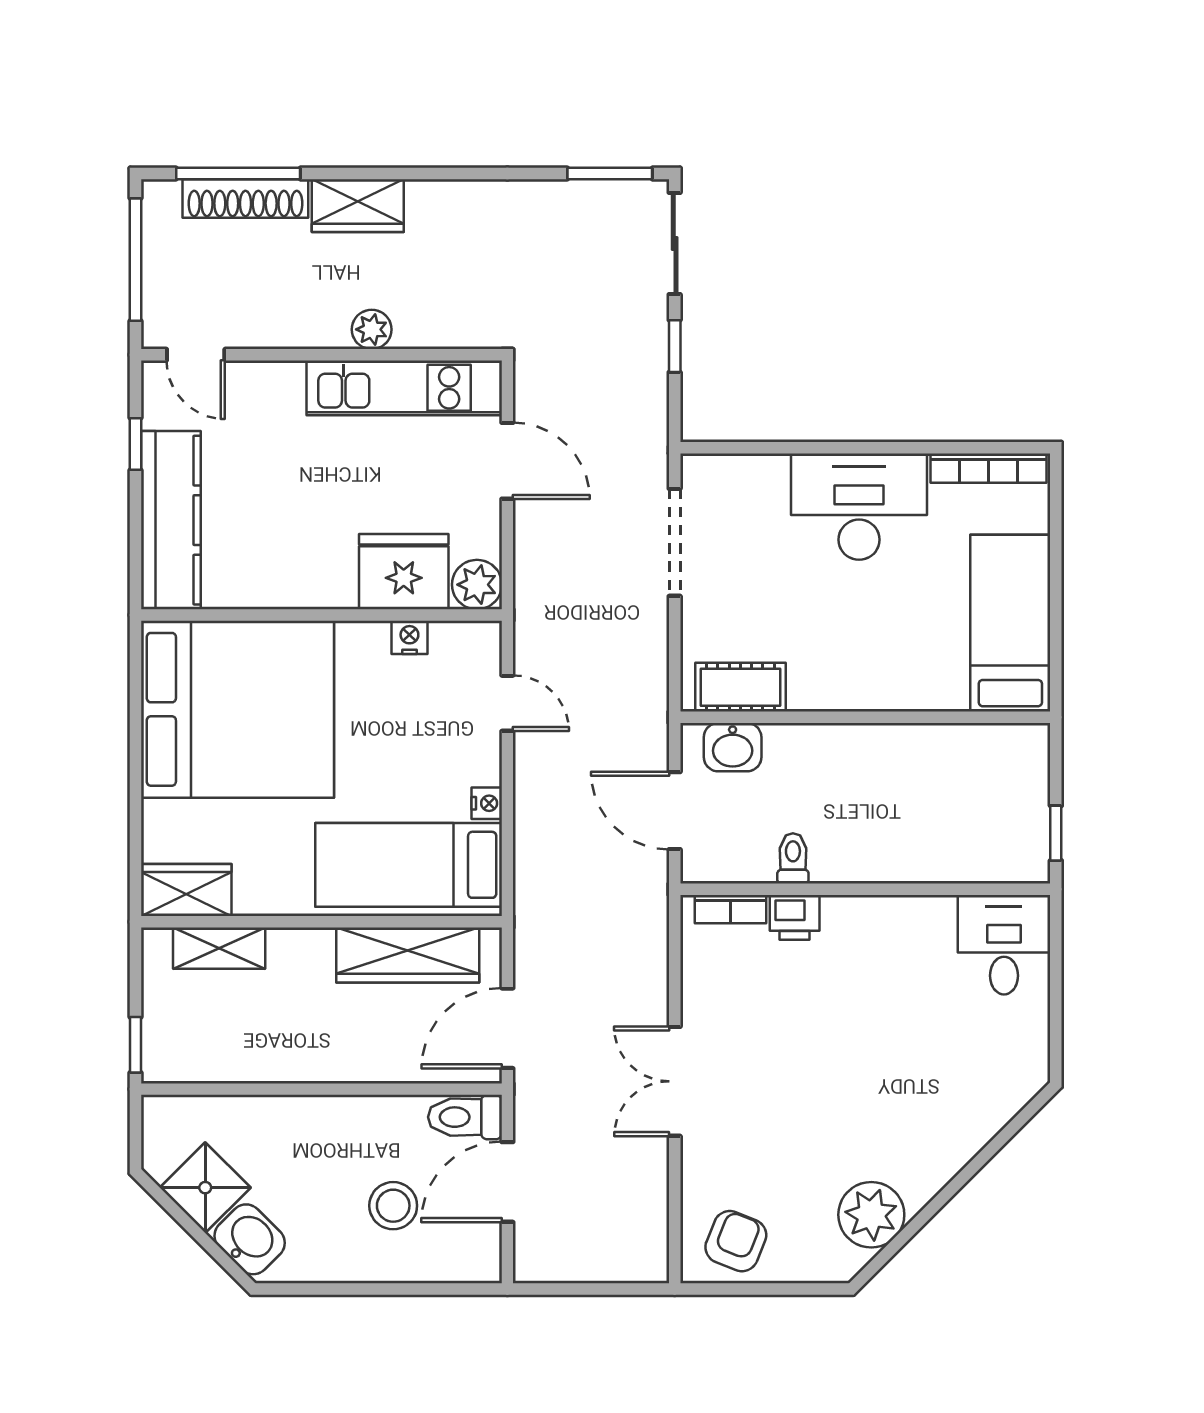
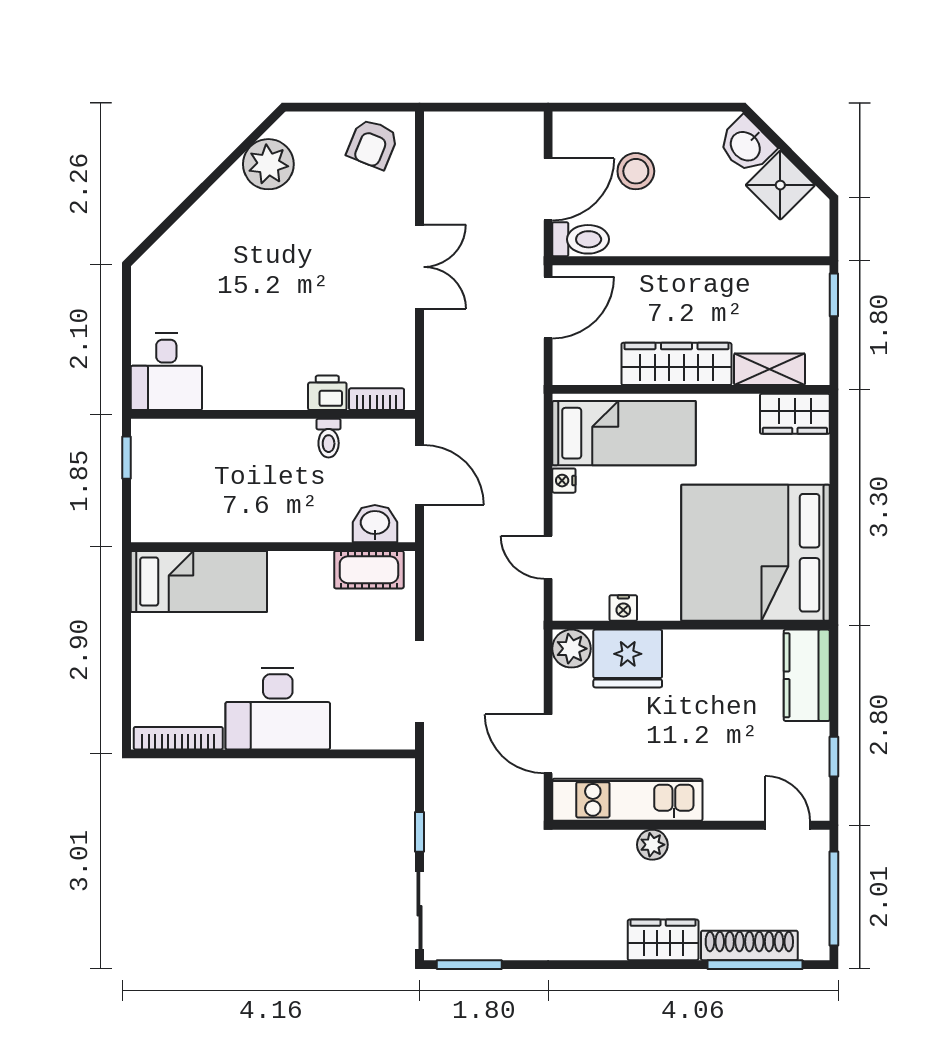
kitchen counter: (171, 520) -> (807, 675), width x0.67
bed: (1010, 623) -> (199, 582), moved, turned -90
wardrobe: (408, 955) -> (676, 364), moved

